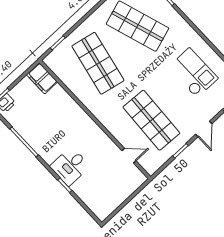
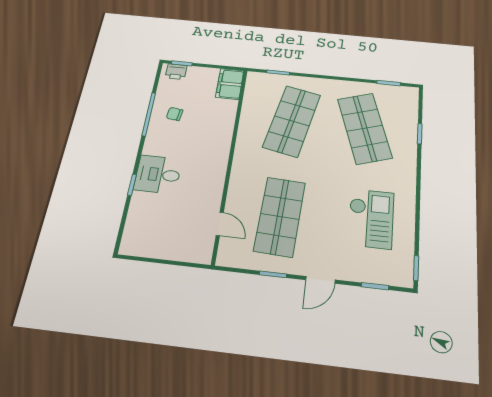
chair: (36, 127) -> (175, 114), added

